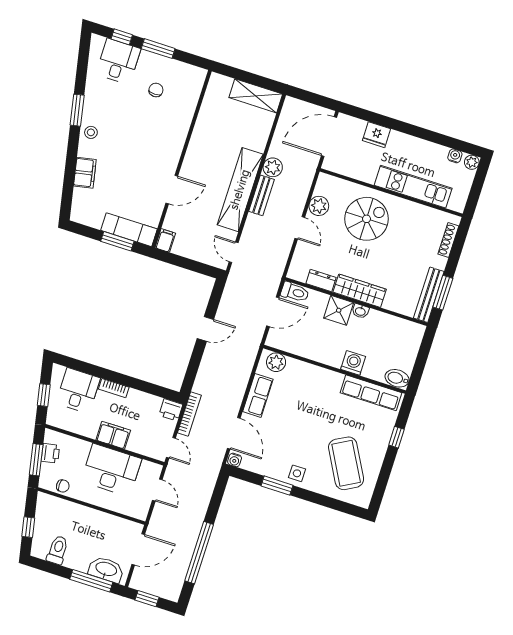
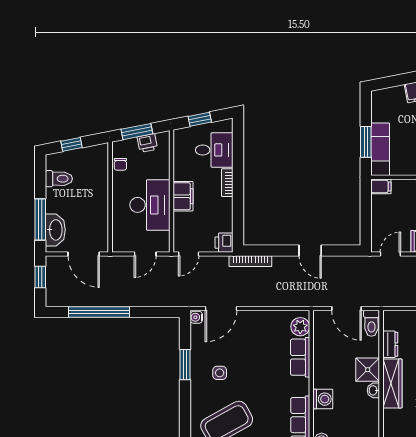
row of seats: (258, 395) -> (300, 357), moved, turned 90
bookcase: (189, 414) -> (250, 261), moved
side table: (297, 473) -> (220, 373), moved

